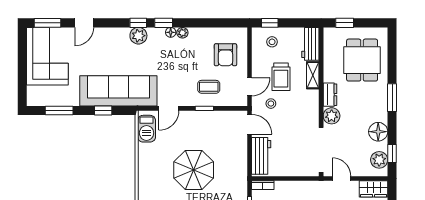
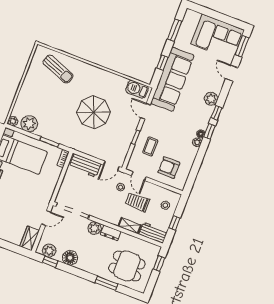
window: (270, 23) -> (175, 223), moved
plant: (138, 36) -> (211, 99), moved
window: (392, 98) -> (106, 283), moved

